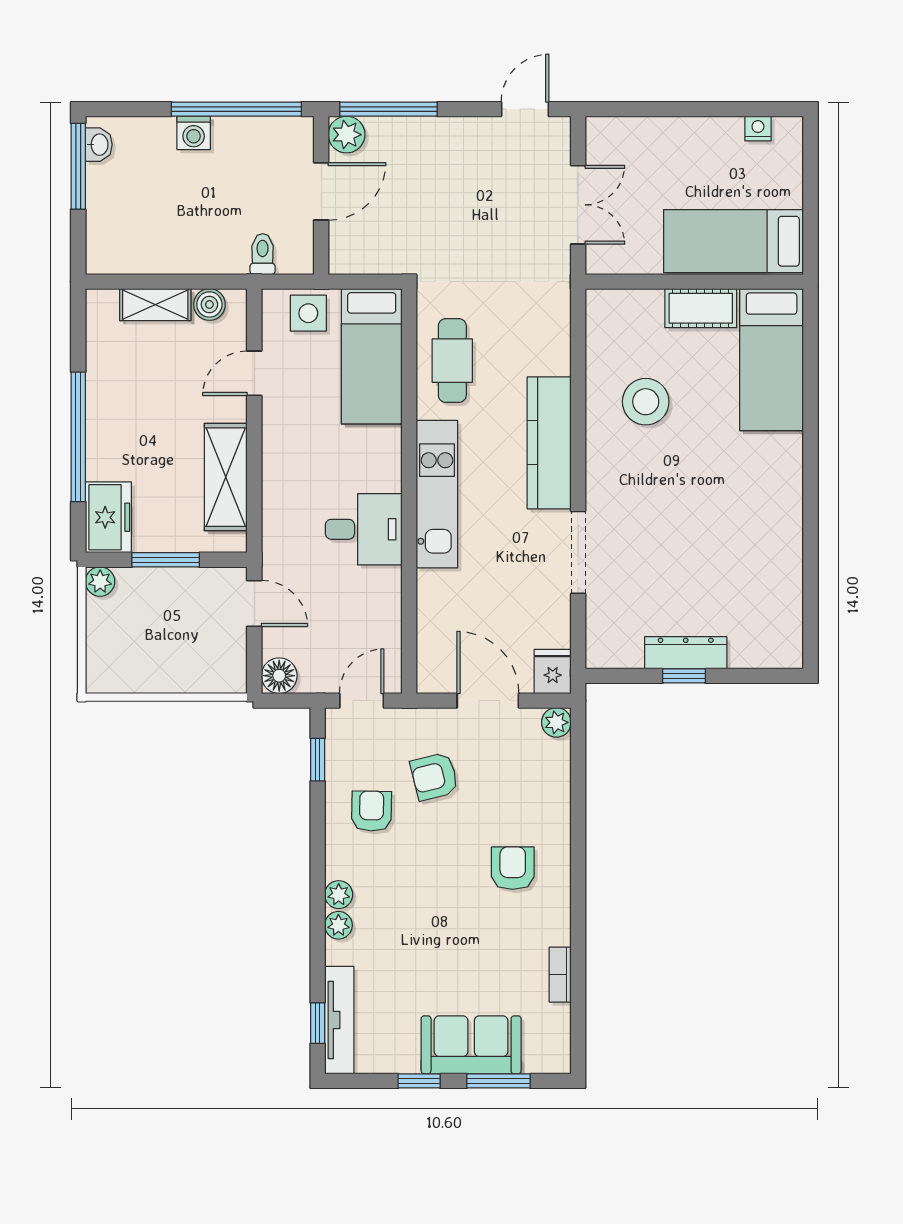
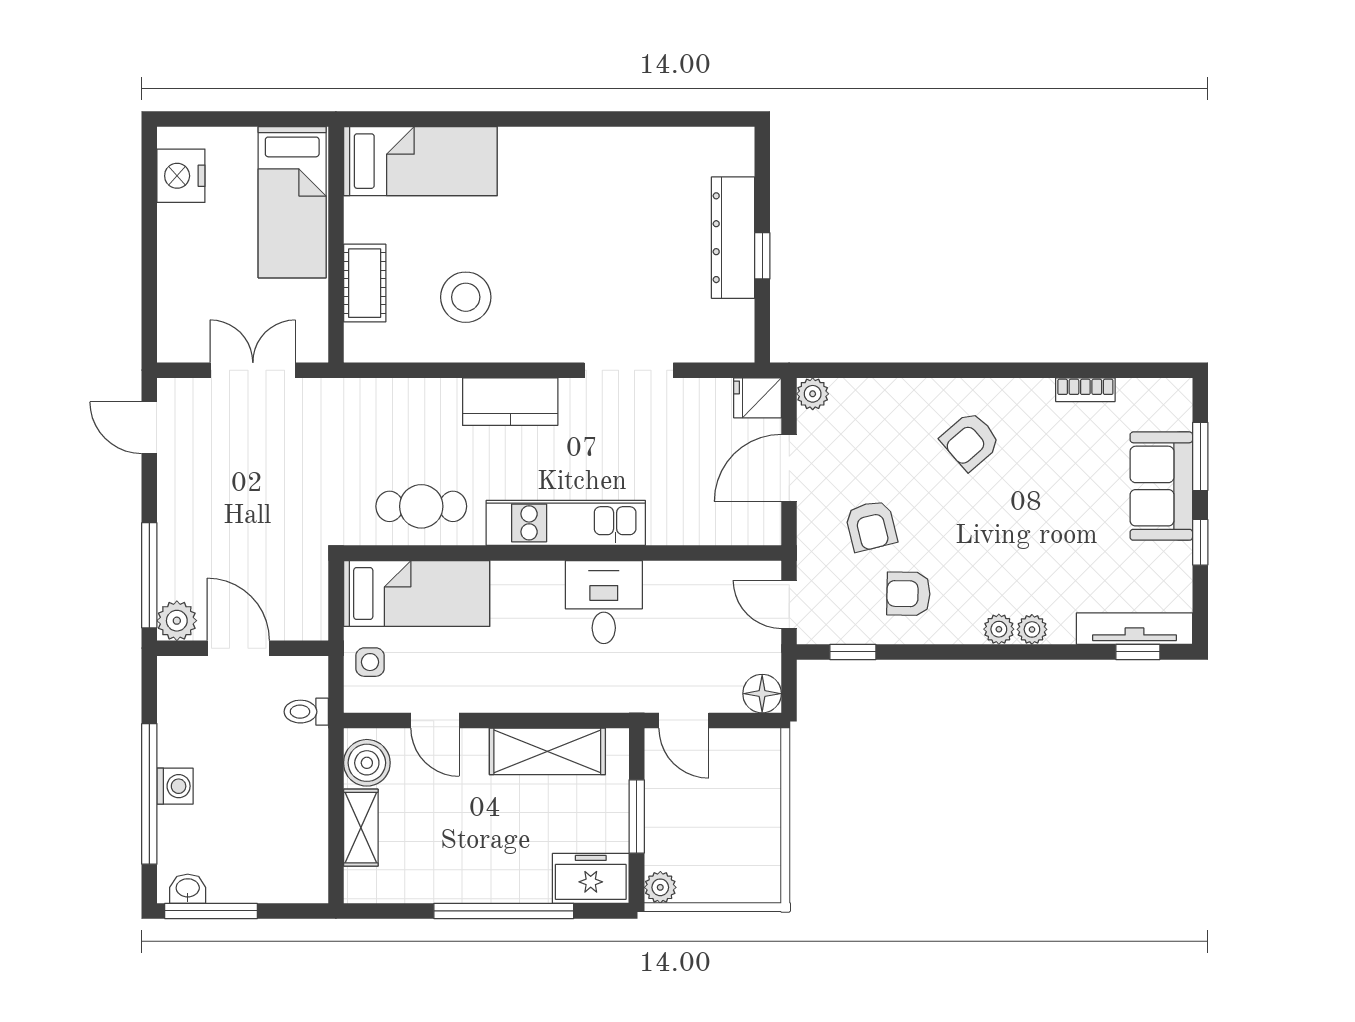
window: (236, 109) -> (149, 794), moved
nightstand: (758, 129) -> (181, 176), width x1.89, depth x1.79
boiler: (209, 304) -> (367, 763), width x1.36, depth x1.36
cot: (701, 308) -> (365, 283), moved
side table: (308, 313) -> (370, 662), width x0.73, depth x0.73
kitchen counter: (549, 443) -> (510, 402), width x0.67
door: (254, 603) -> (684, 721), swing flipped
dresser: (686, 653) -> (733, 238), width x1.37, depth x1.24
armchair: (513, 868) -> (970, 441), turned -41

